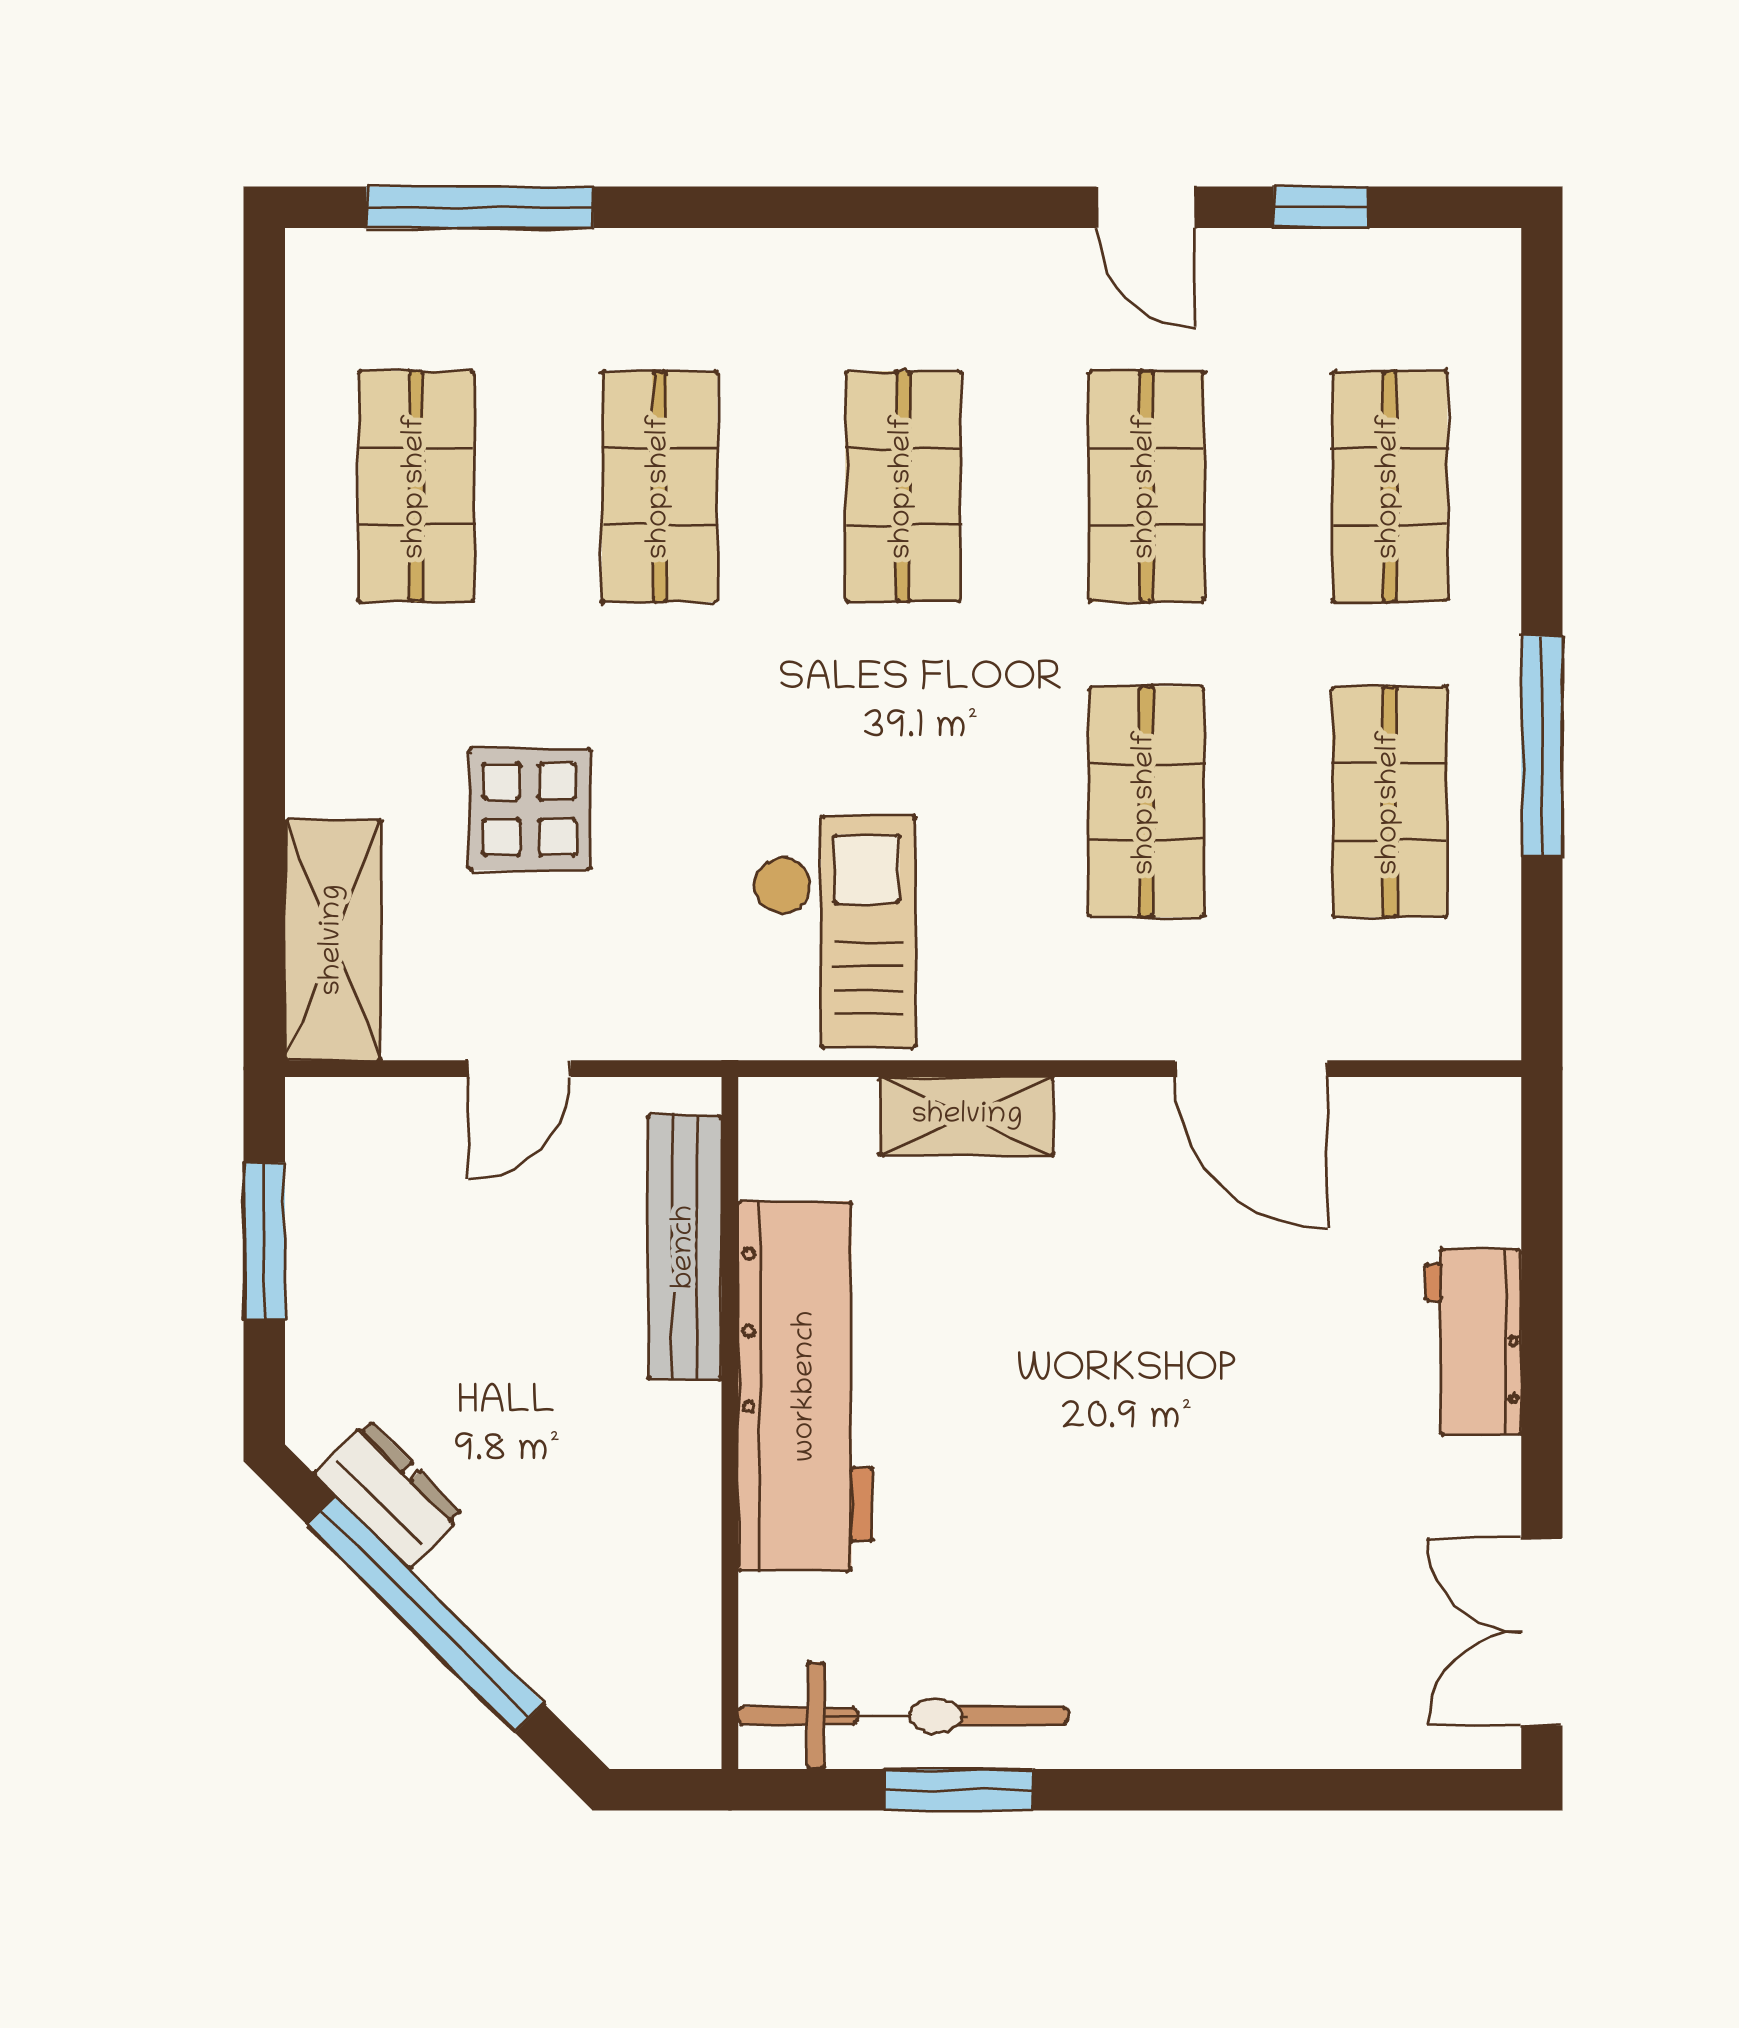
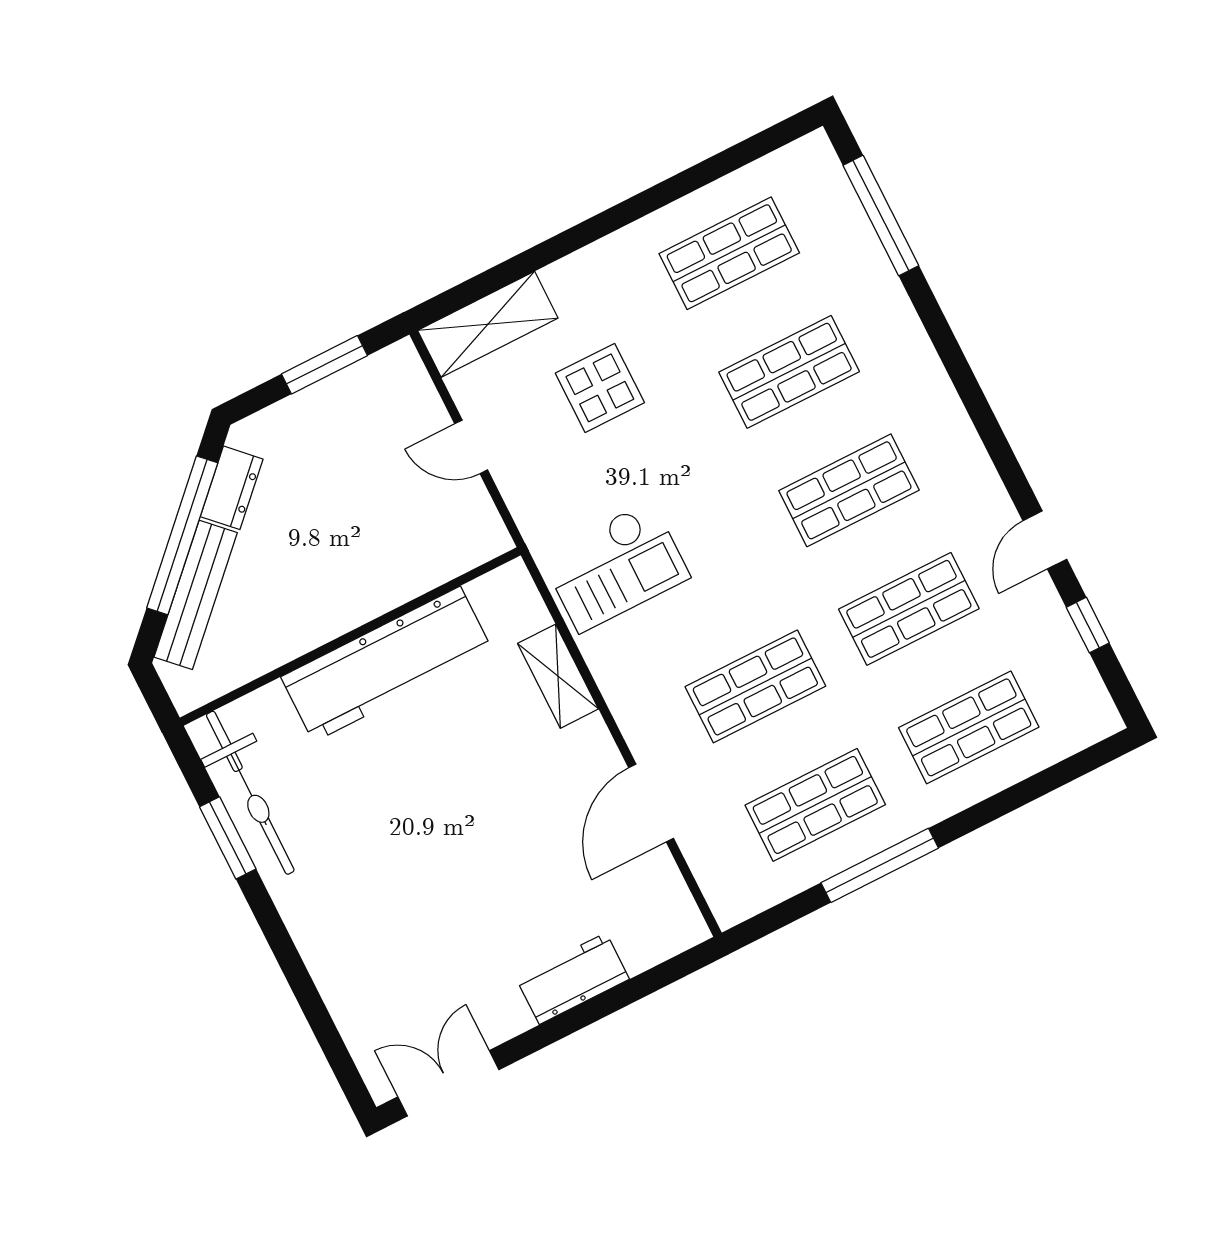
bench: (685, 1247) -> (196, 595), moved, turned -45

